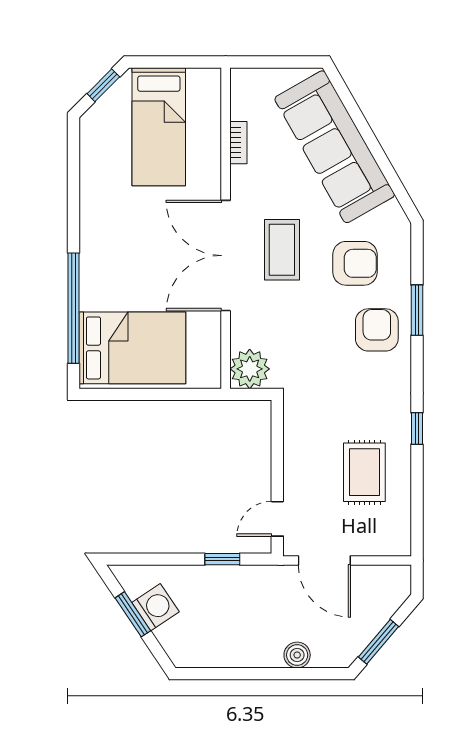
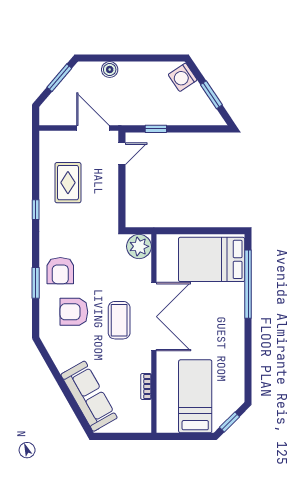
sofa: (335, 147) -> (89, 396), width x0.74, depth x0.79
washing machine: (155, 607) -> (183, 77), moved

